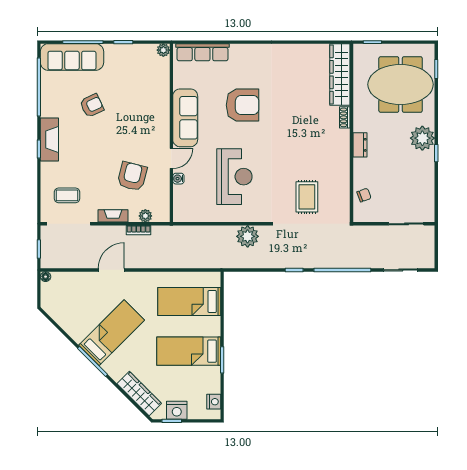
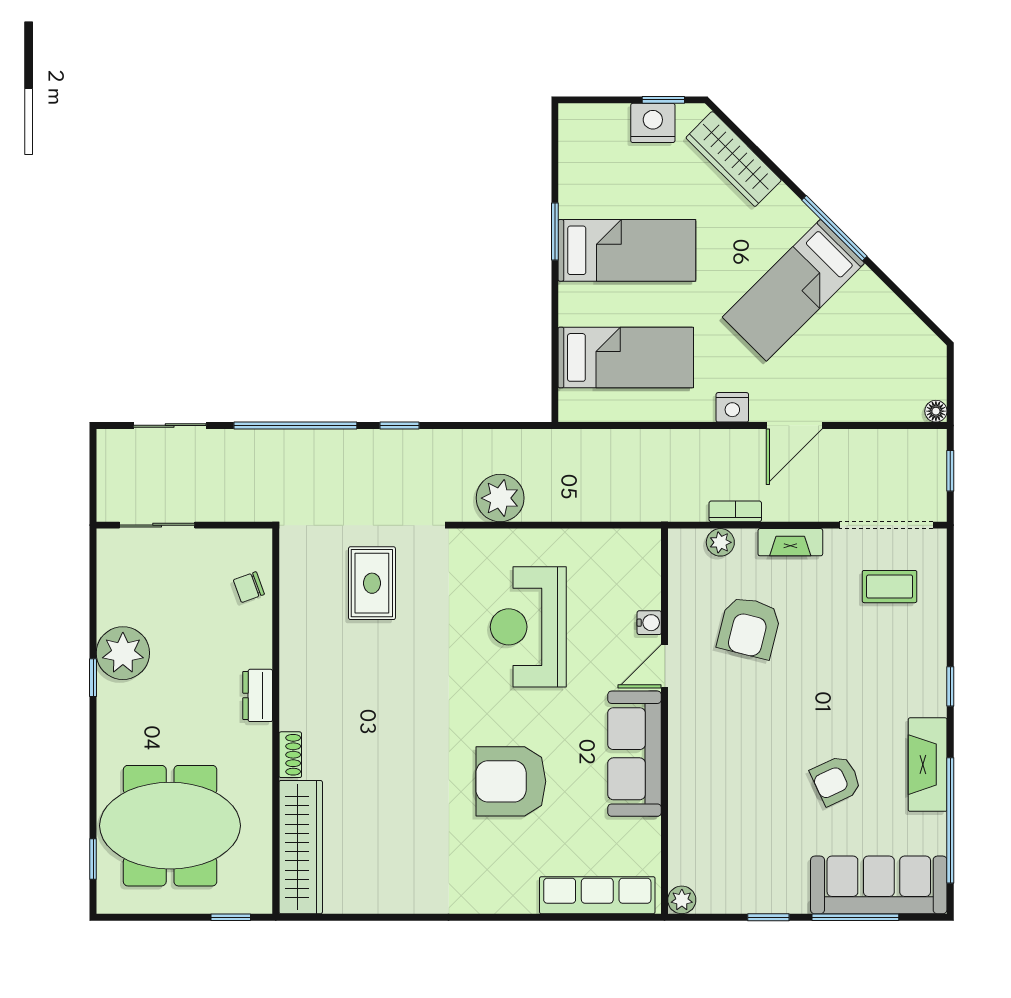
plant: (422, 138) -> (123, 653), moved
fireplace: (49, 139) -> (928, 765), moved
nightstand: (214, 402) -> (732, 407), moved, turned -90

